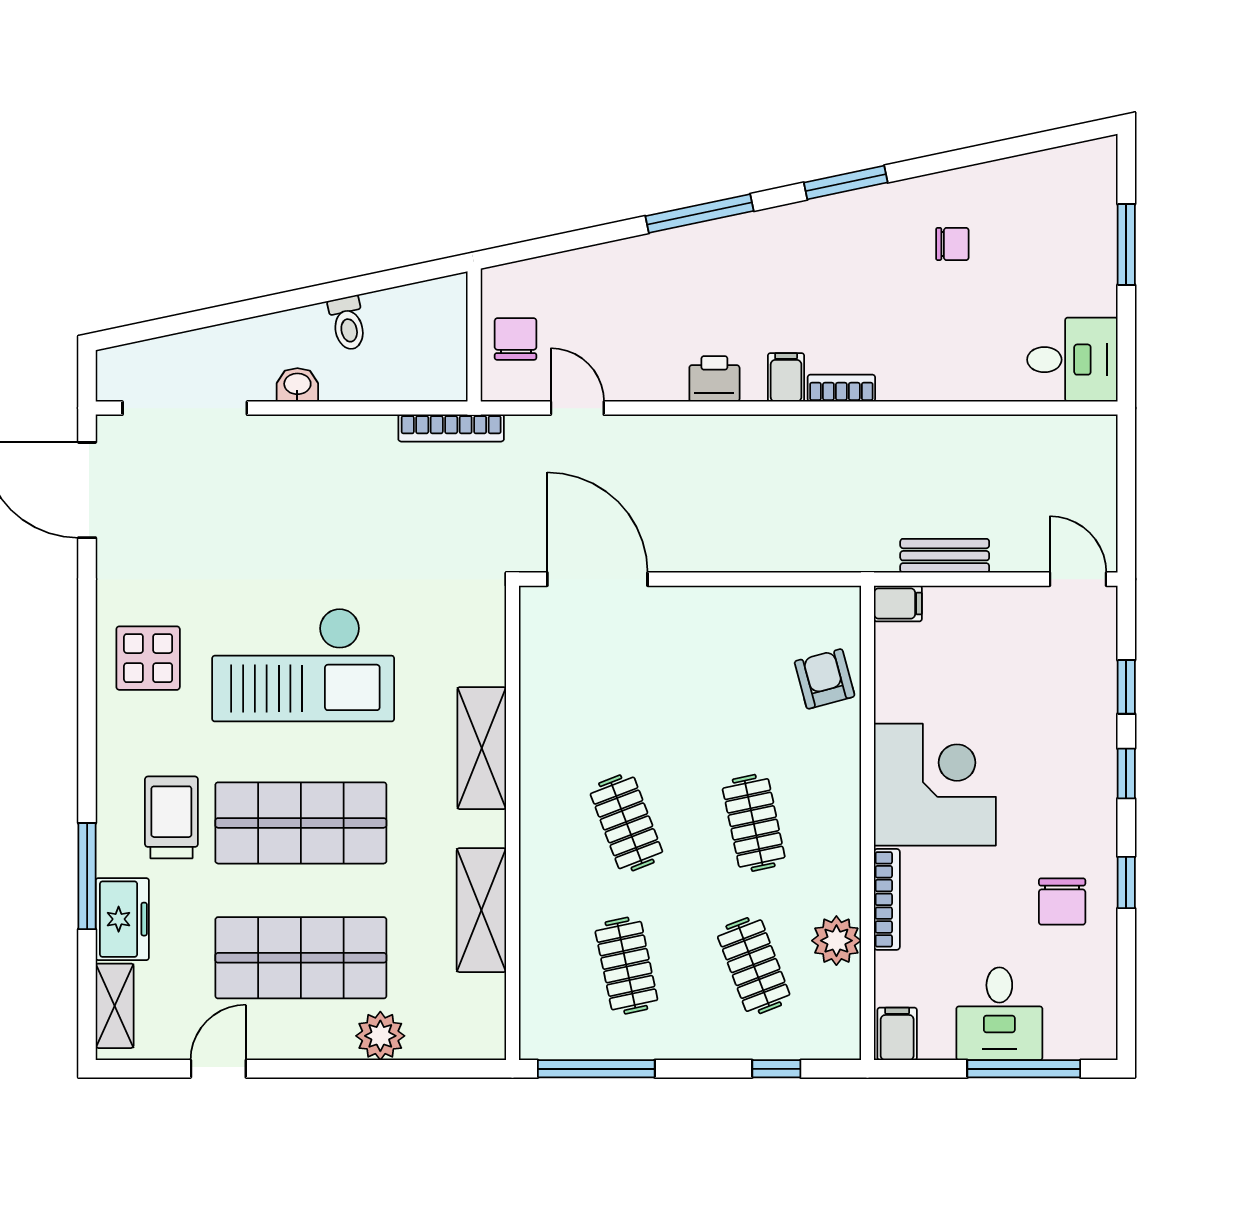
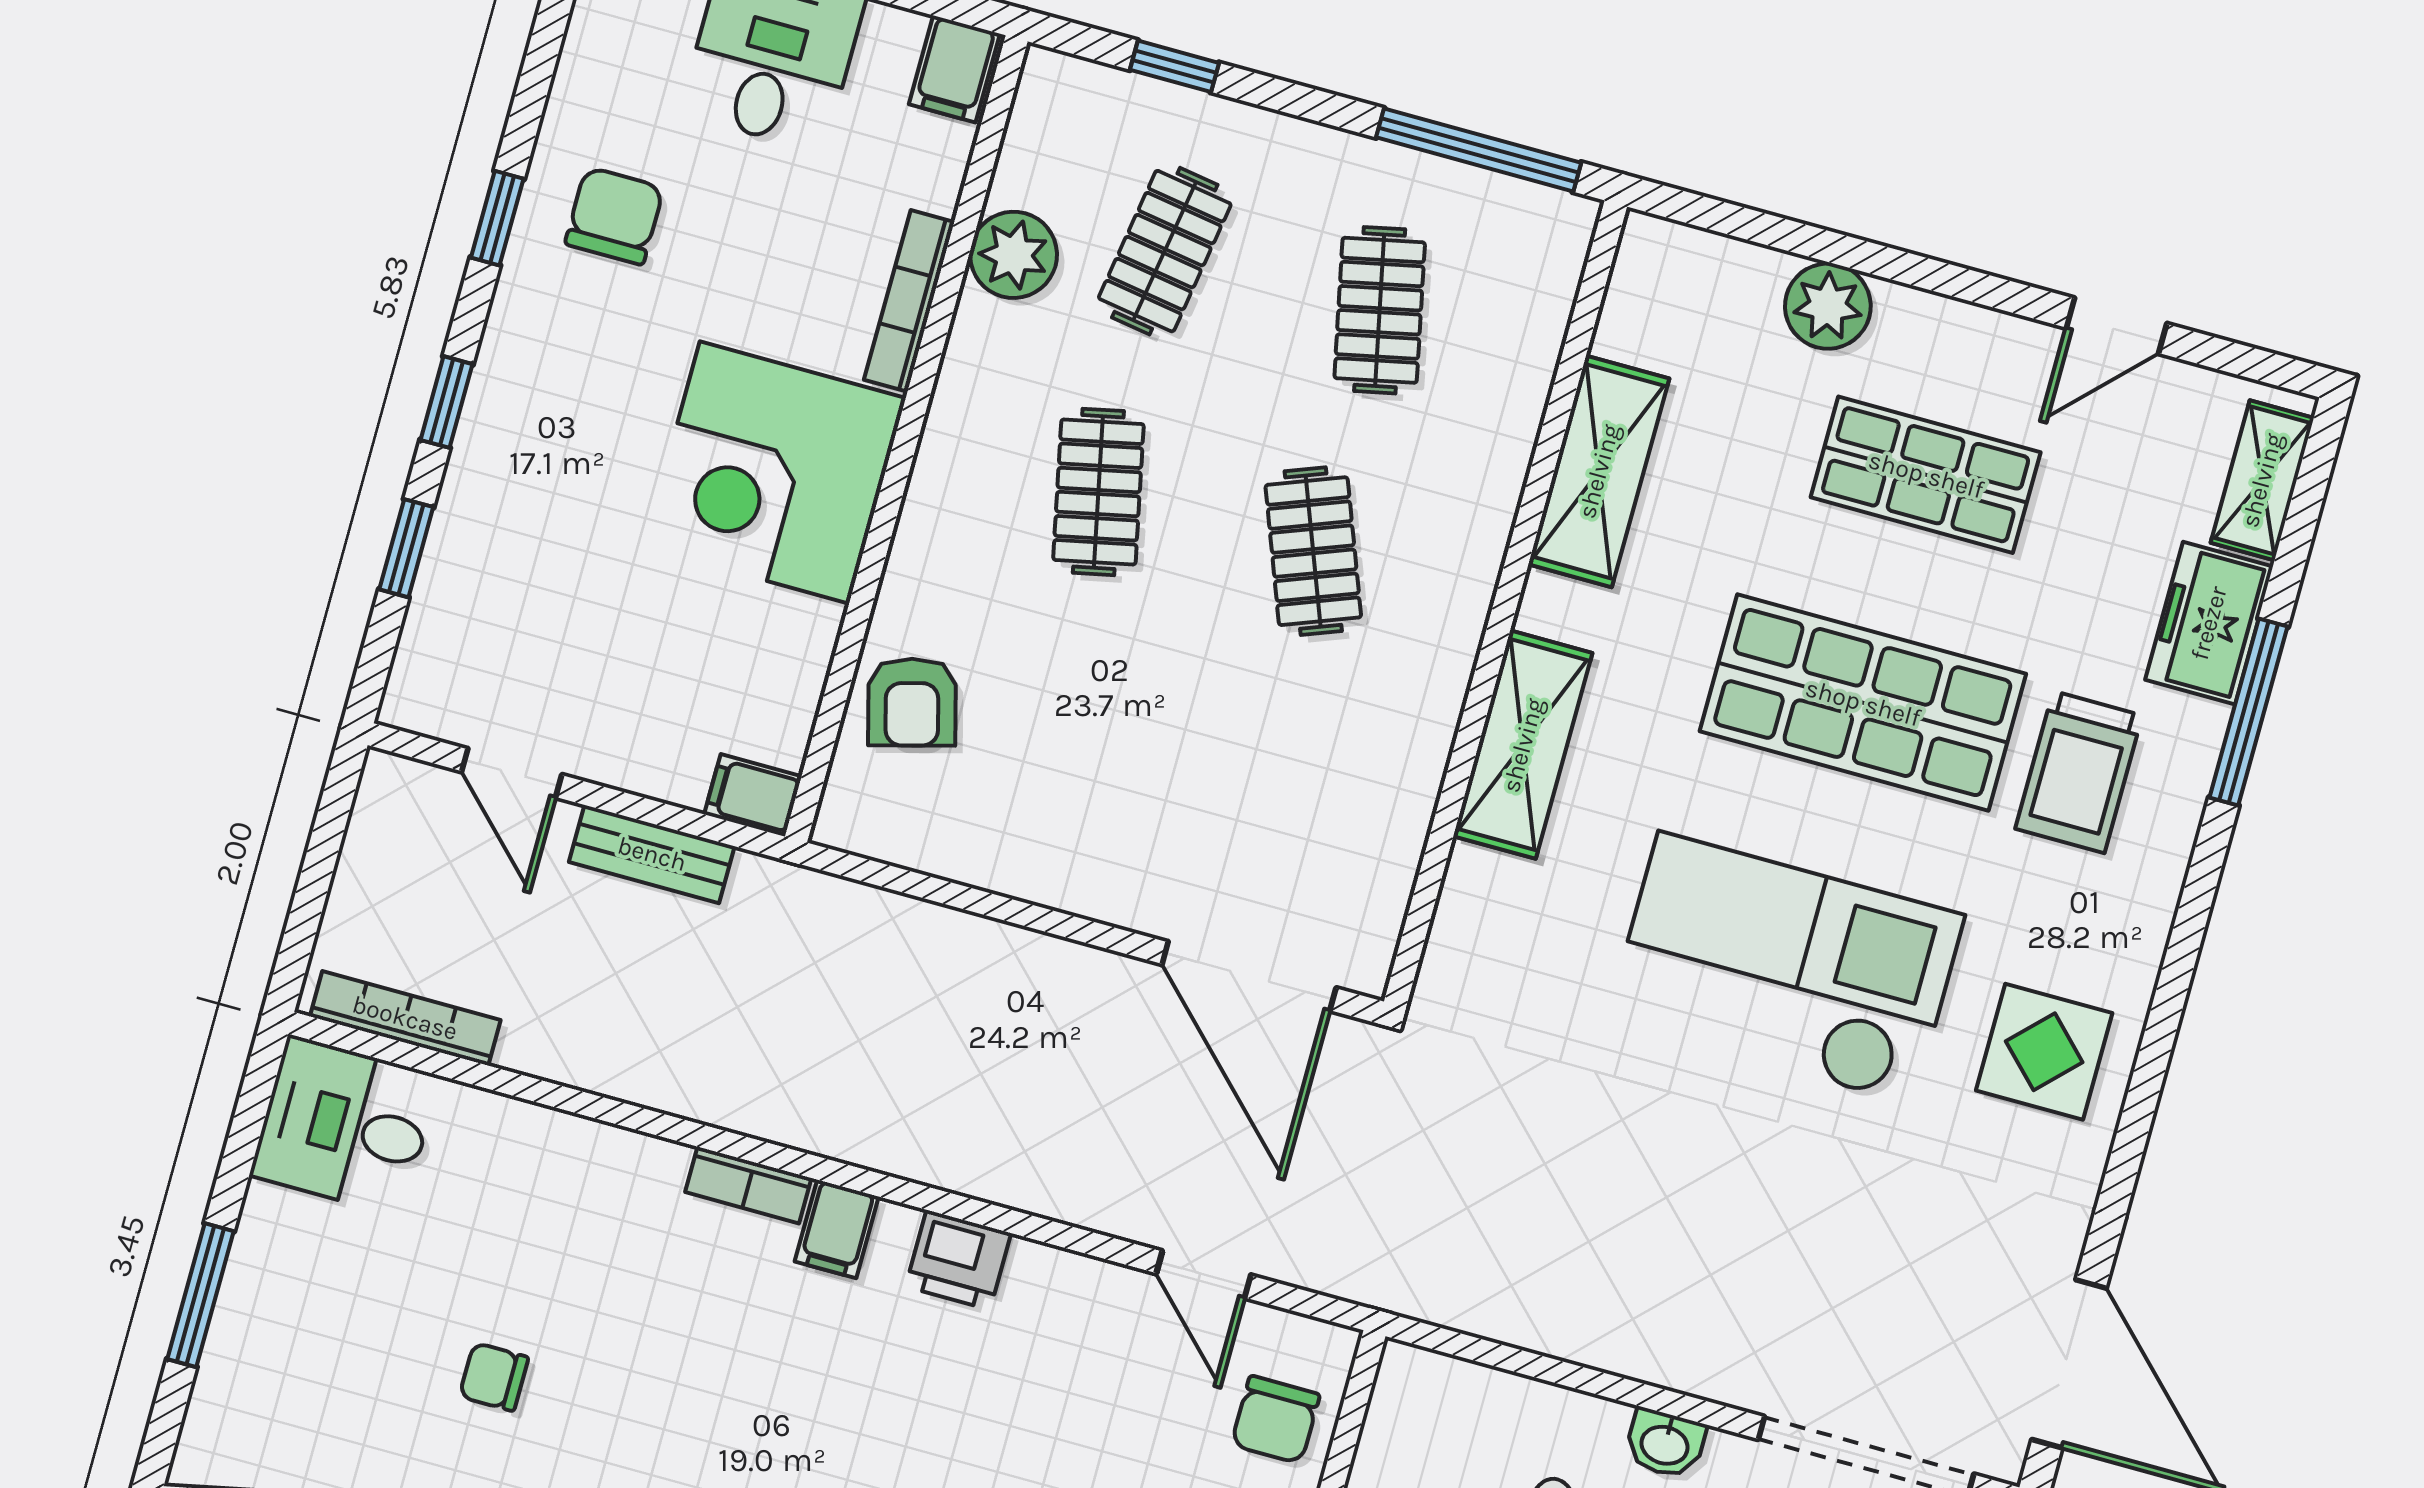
bookcase: (451, 428) -> (405, 1018), moved
door: (1078, 579) -> (512, 773), moved
shop shelf: (301, 958) -> (1926, 475), width x0.70, depth x0.74
clothes rail: (754, 966) -> (1165, 251), turned 30

